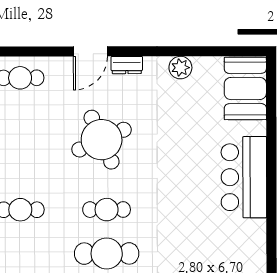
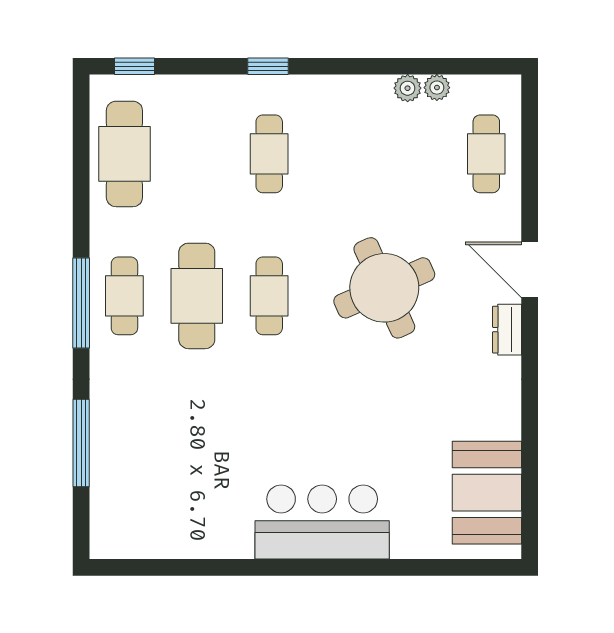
plant: (180, 68) -> (503, 418), removed
booth: (245, 88) -> (487, 493), moved, turned 90

